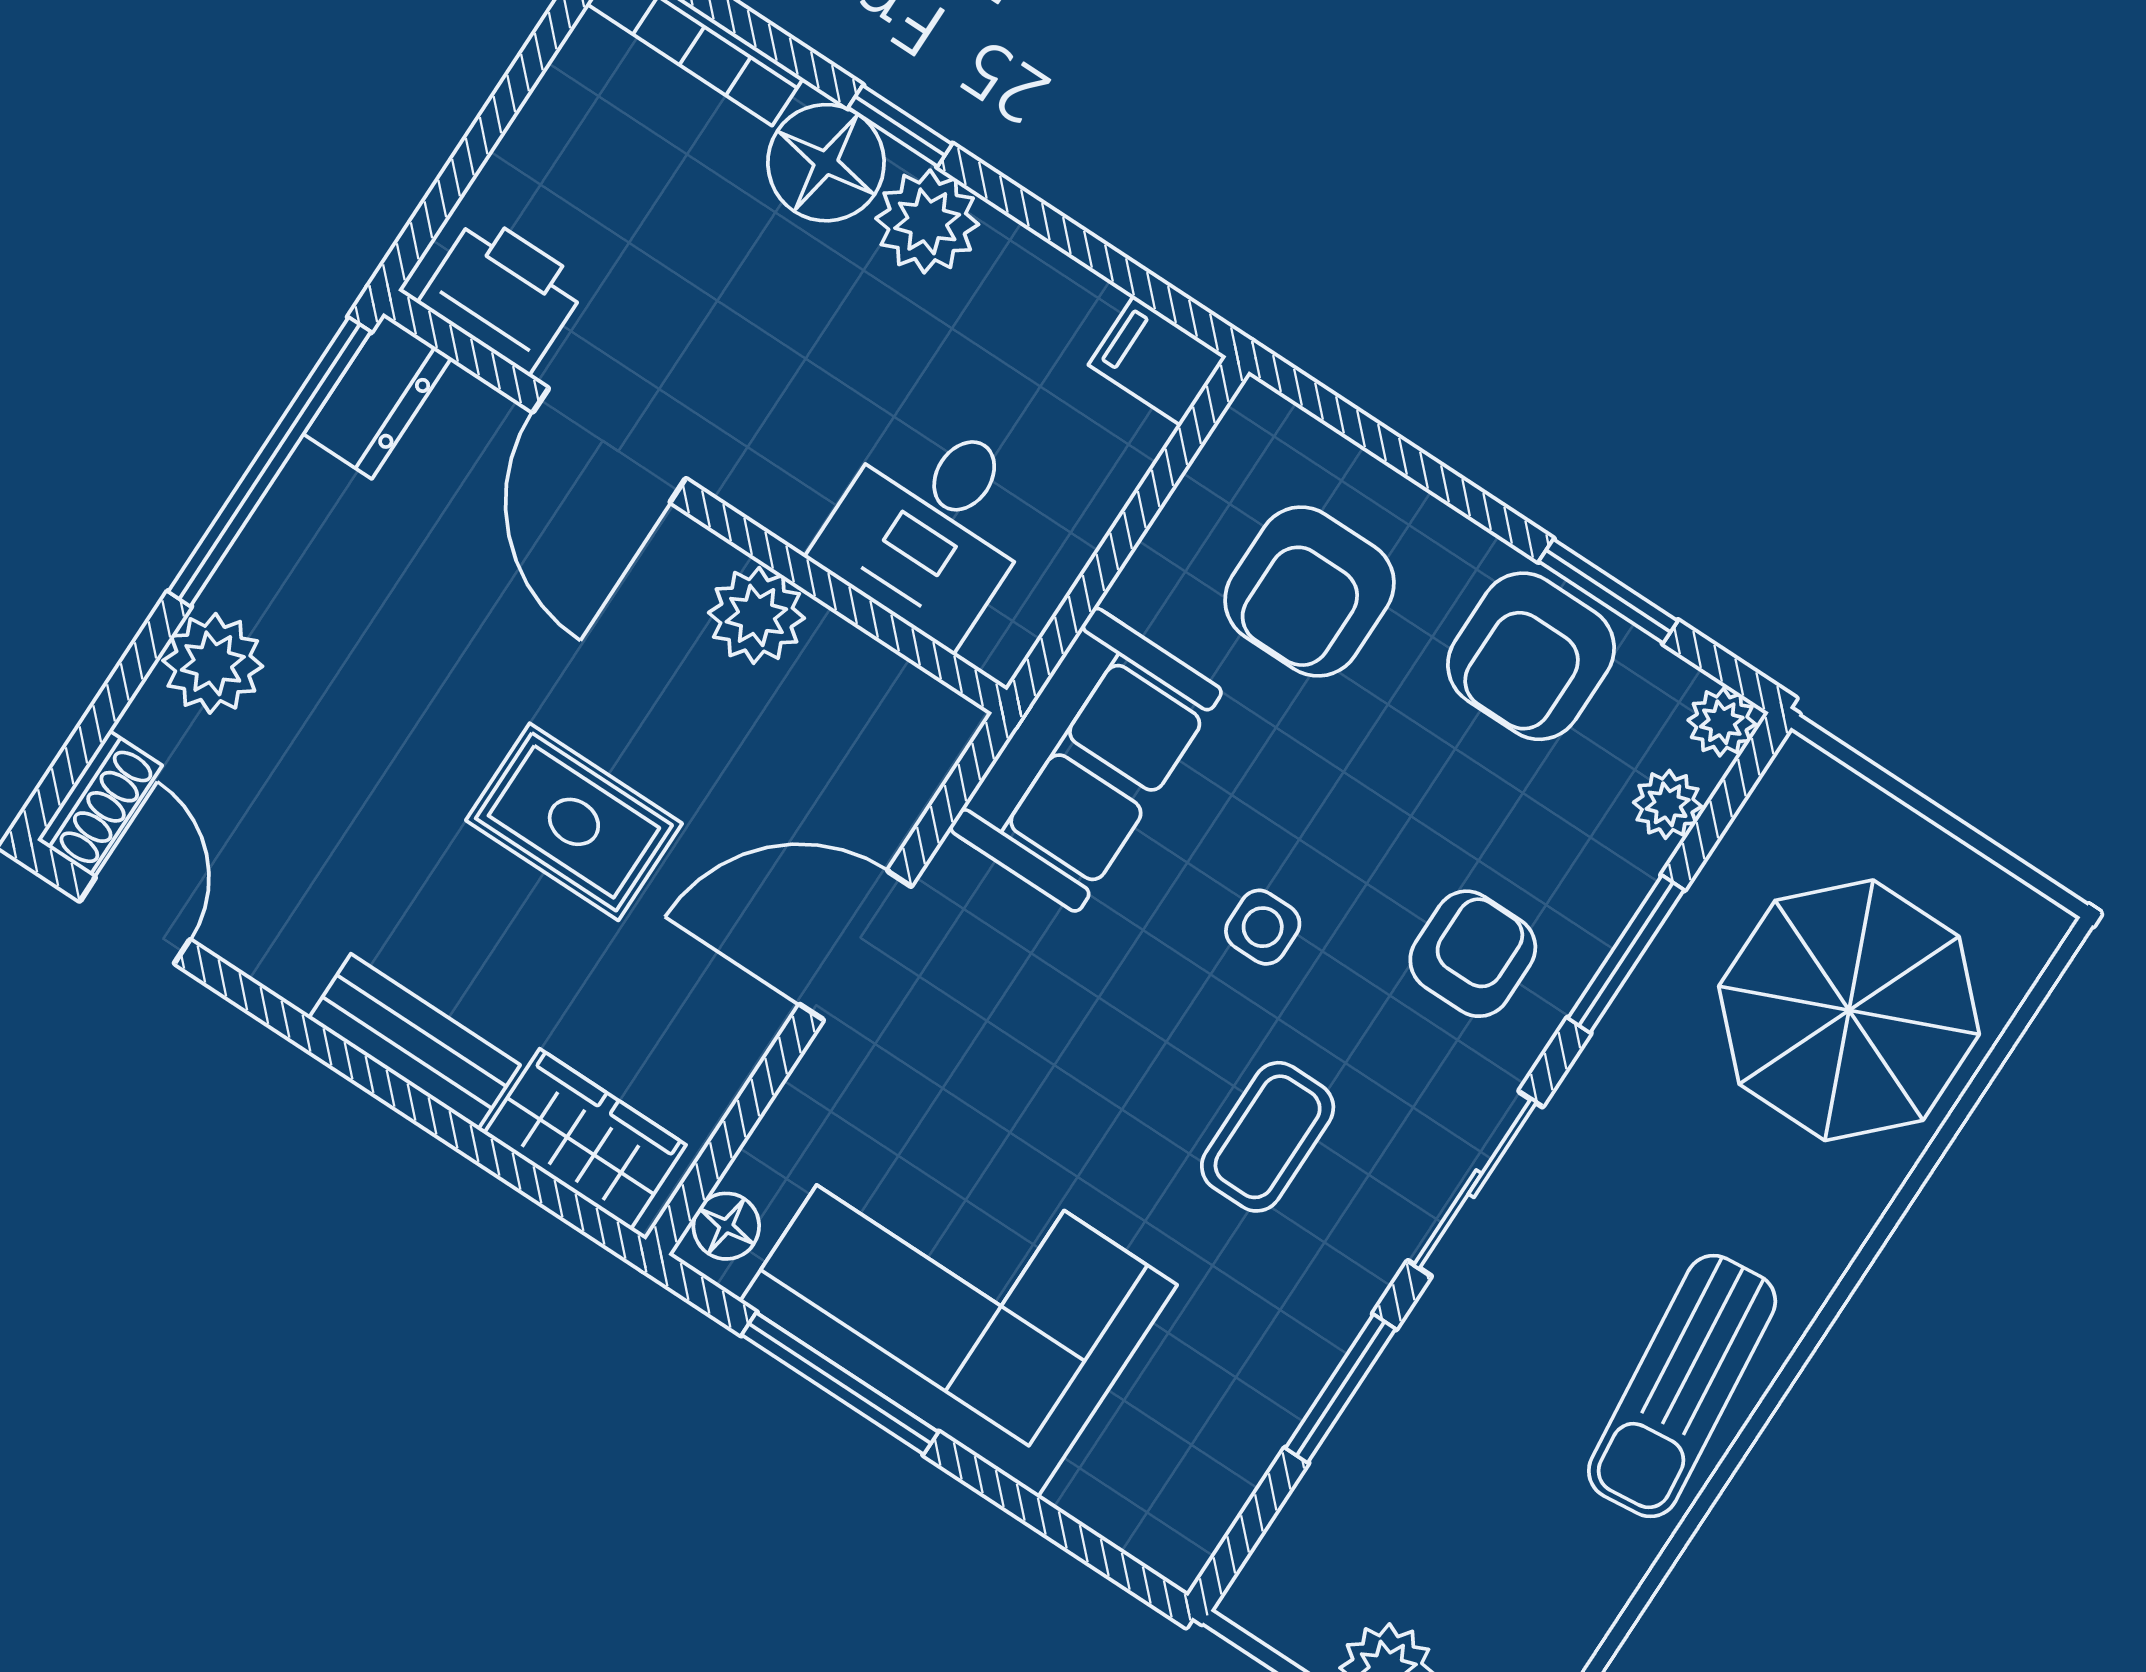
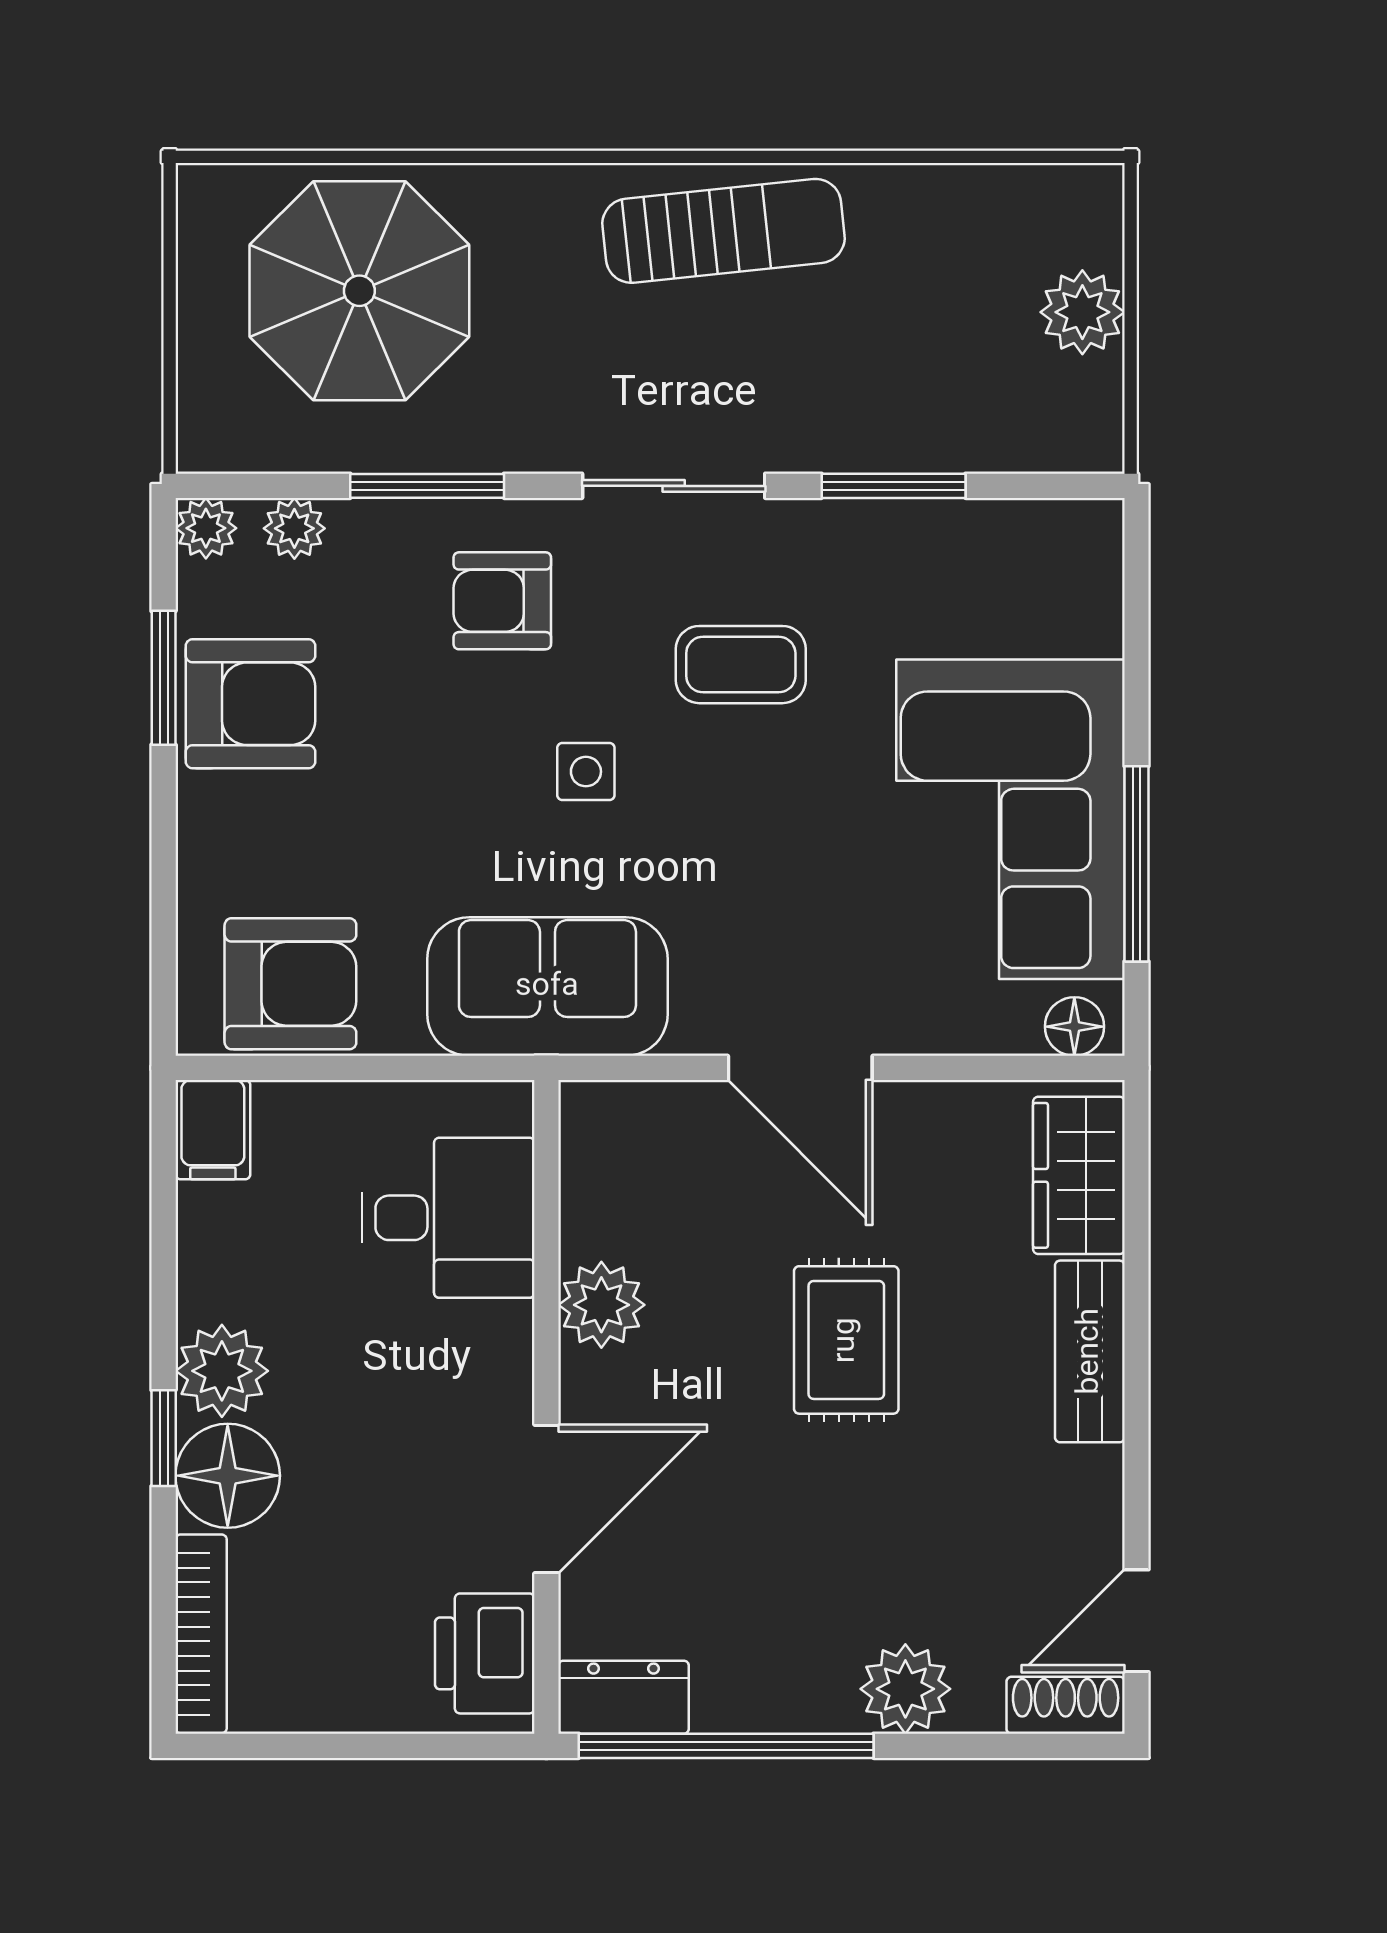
armchair: (1309, 592) -> (290, 984), moved

